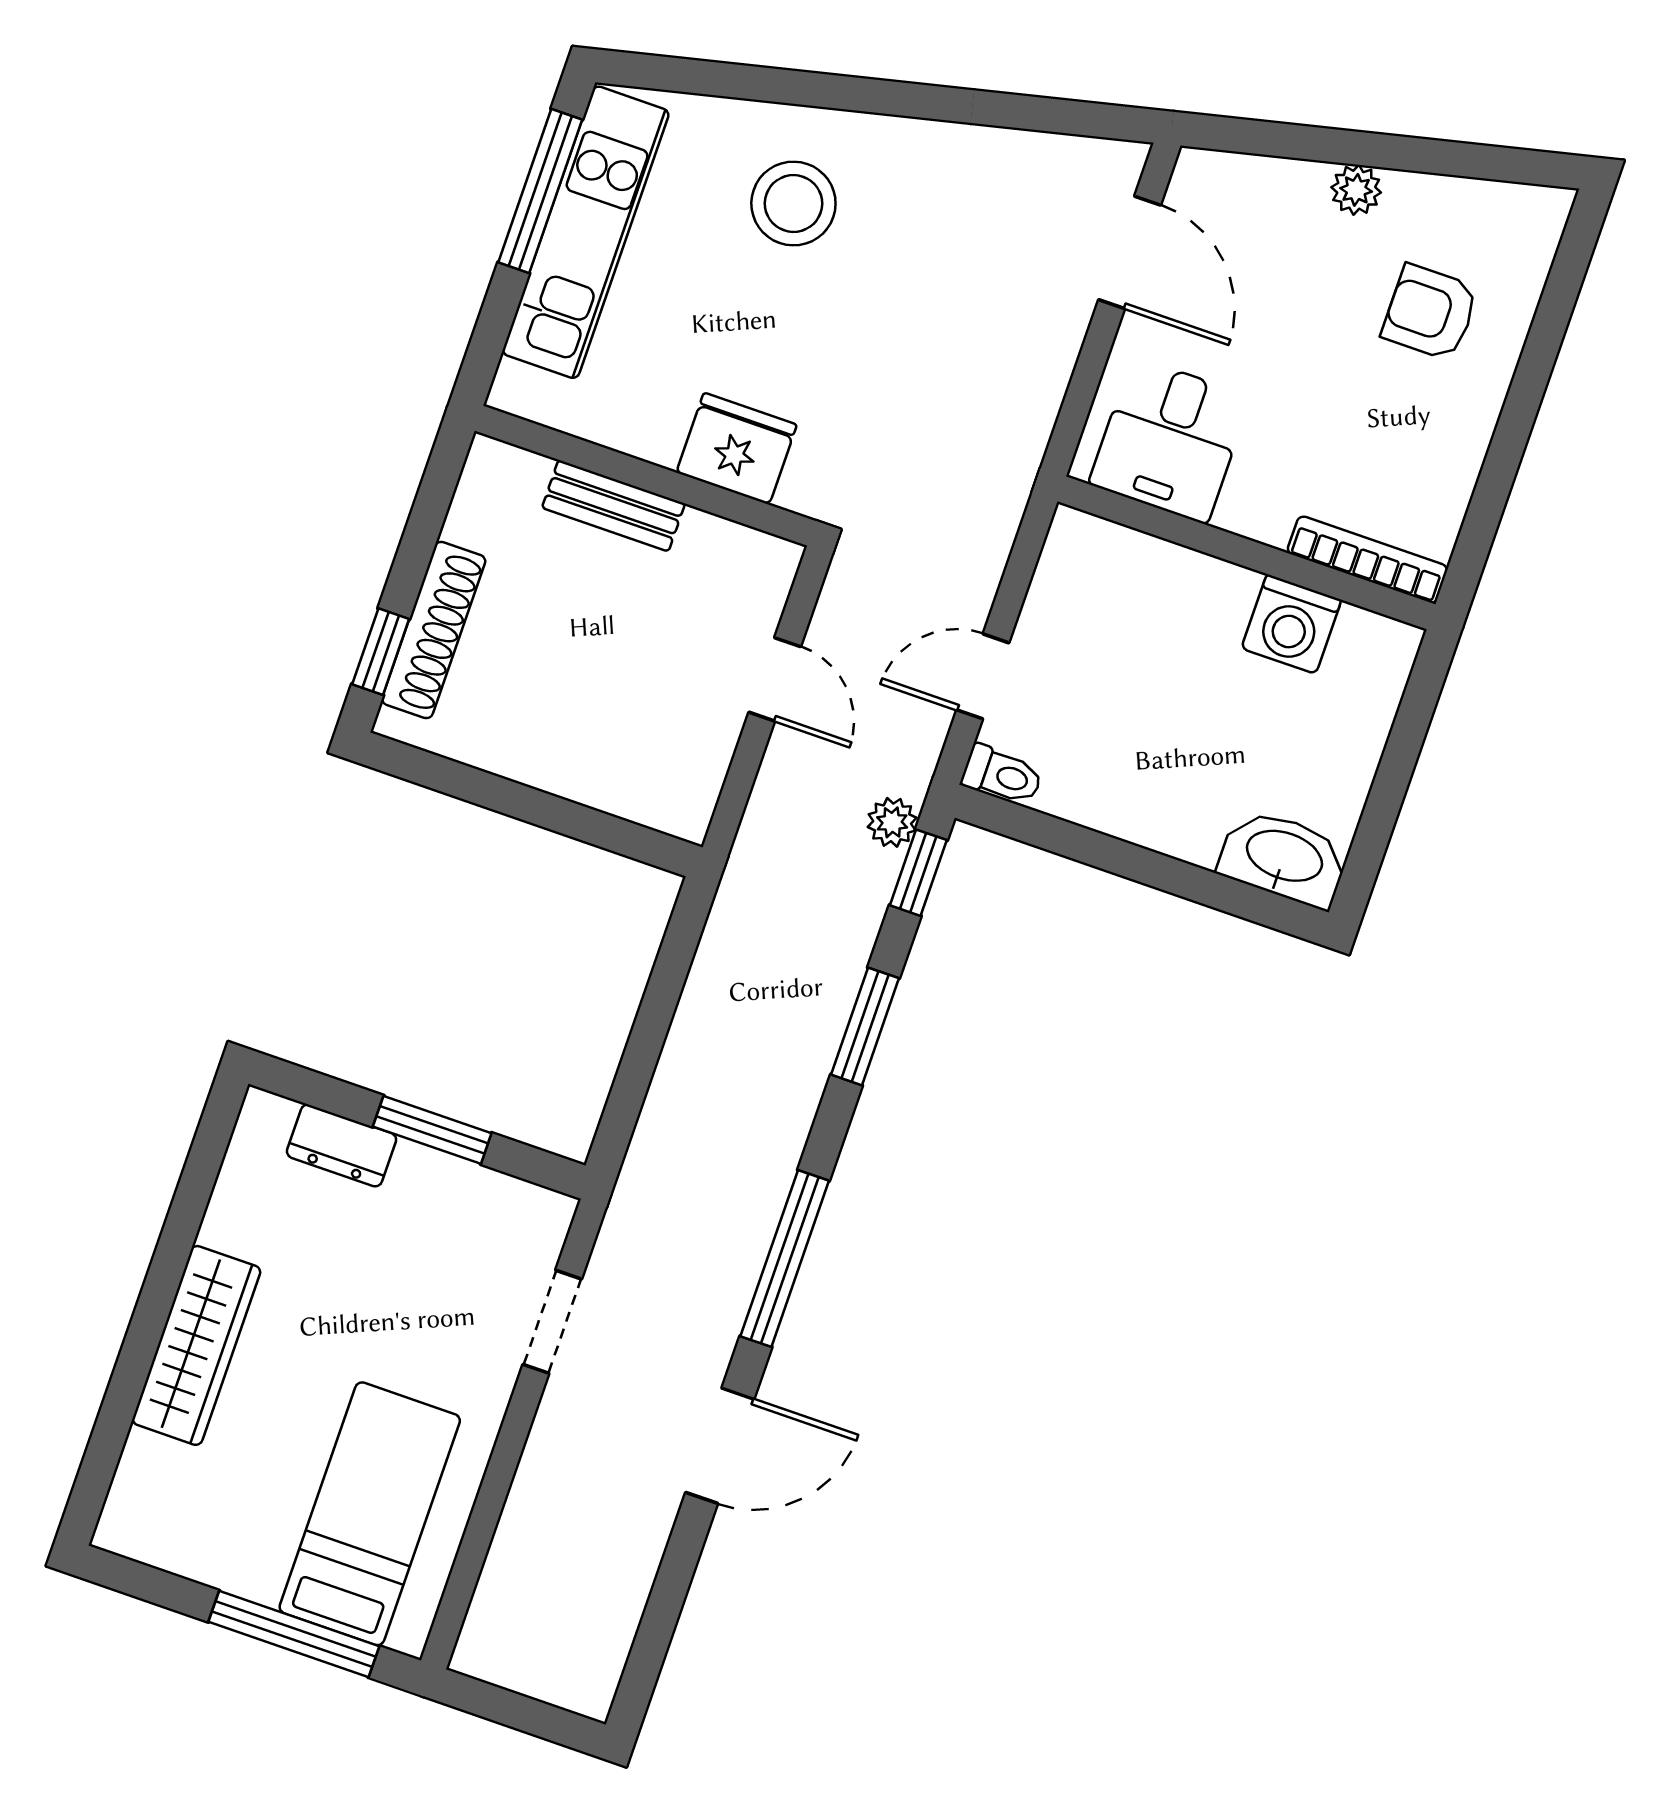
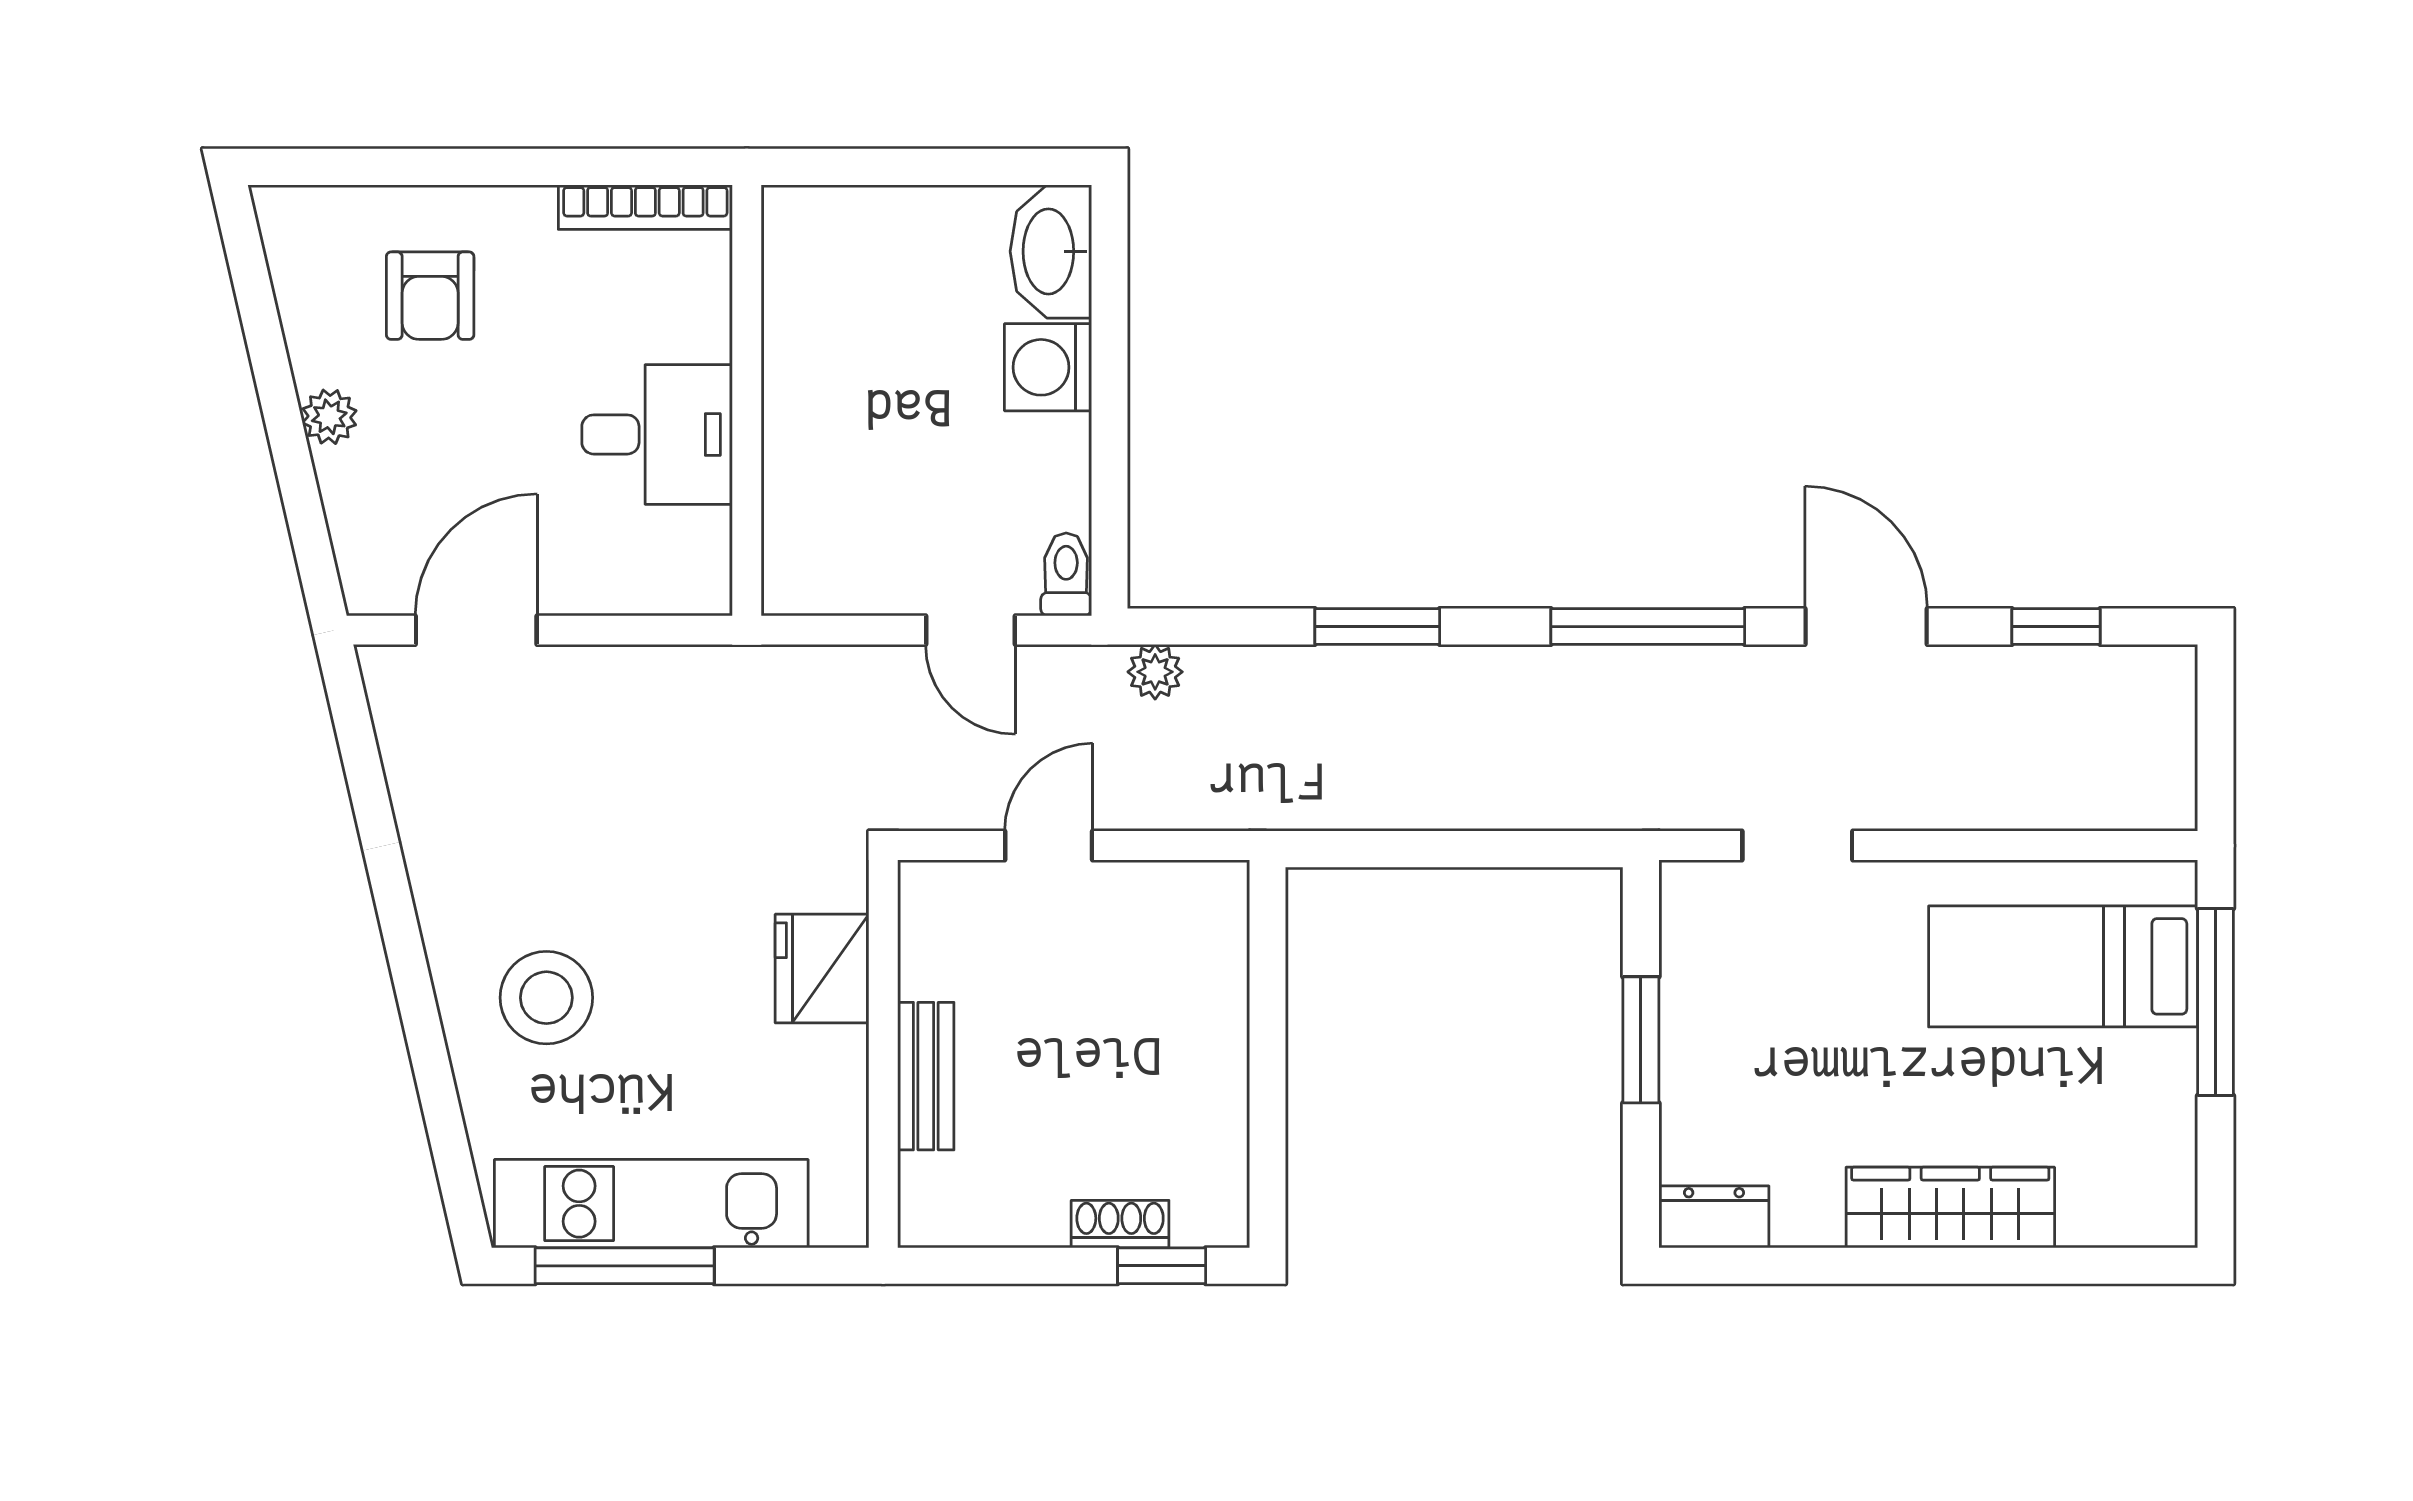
desk: (1170, 440) -> (657, 434), moved
bookcase: (1367, 560) -> (645, 207), moved, turned -90
washing machine: (1291, 624) -> (1048, 367), moved, turned 180
shoe rack: (434, 630) -> (1120, 1224), width x0.51, depth x0.81
window: (918, 873) -> (2056, 627), moved
dresser: (342, 1145) -> (1714, 1217), moved, turned -90

